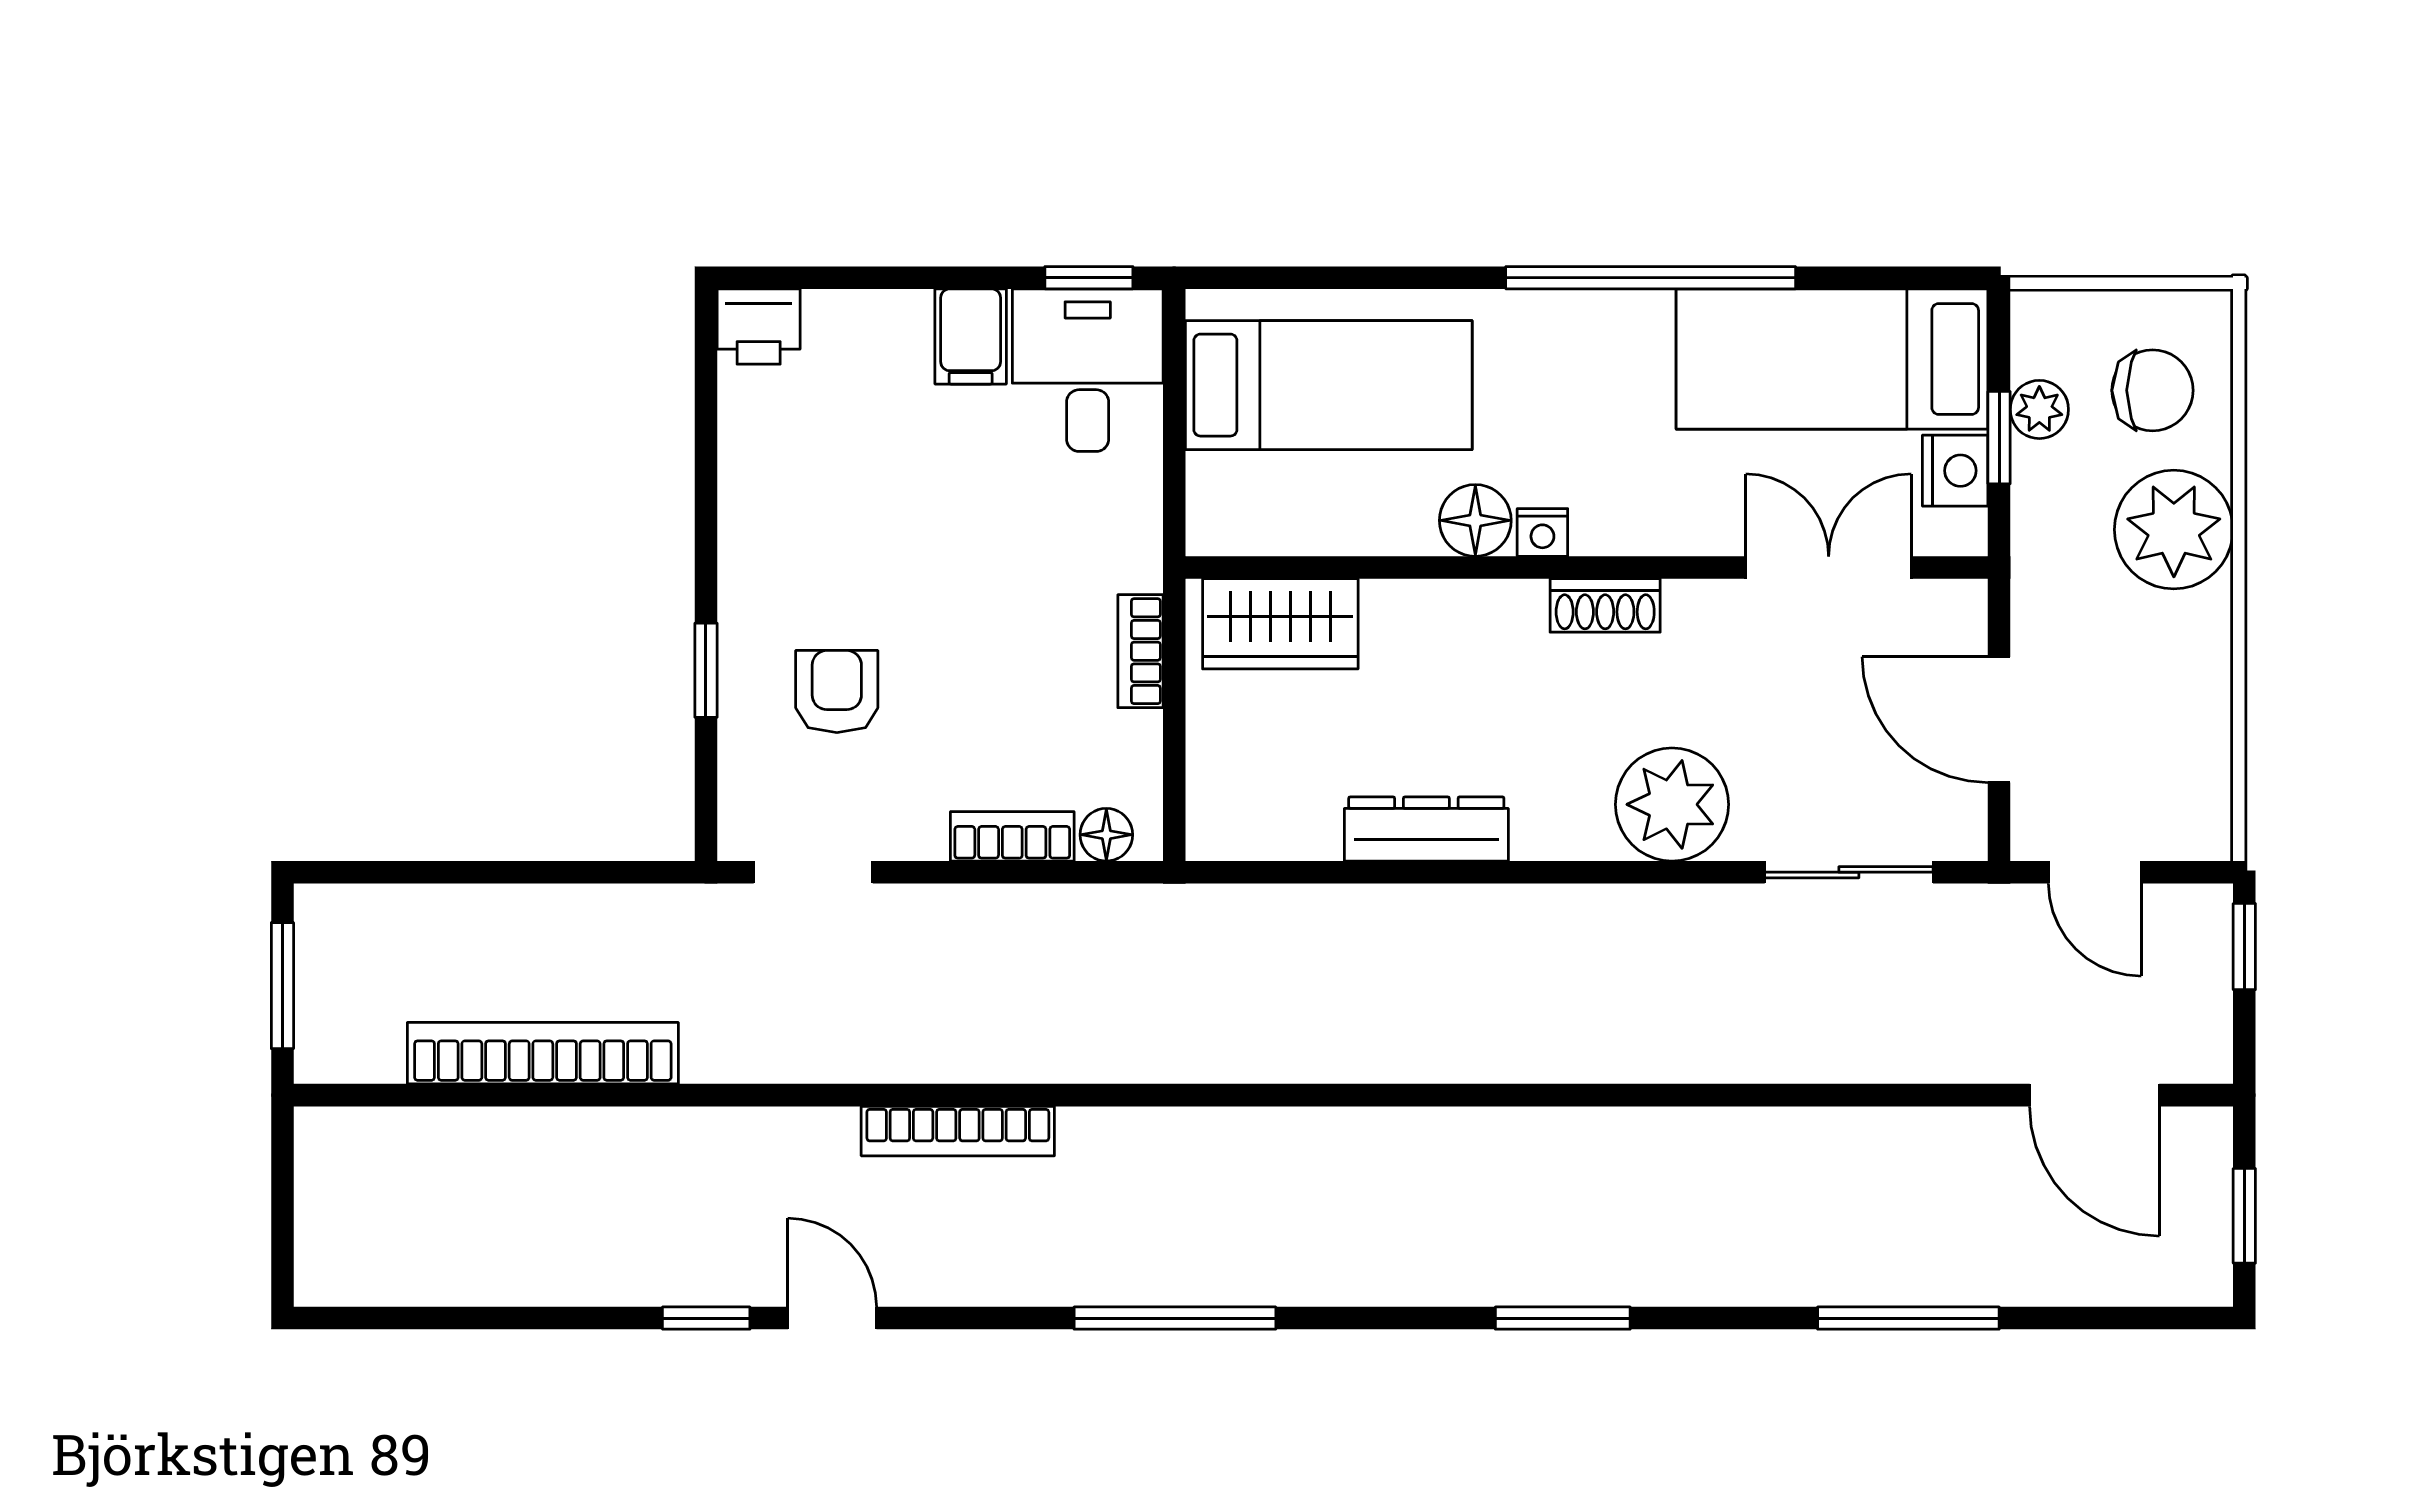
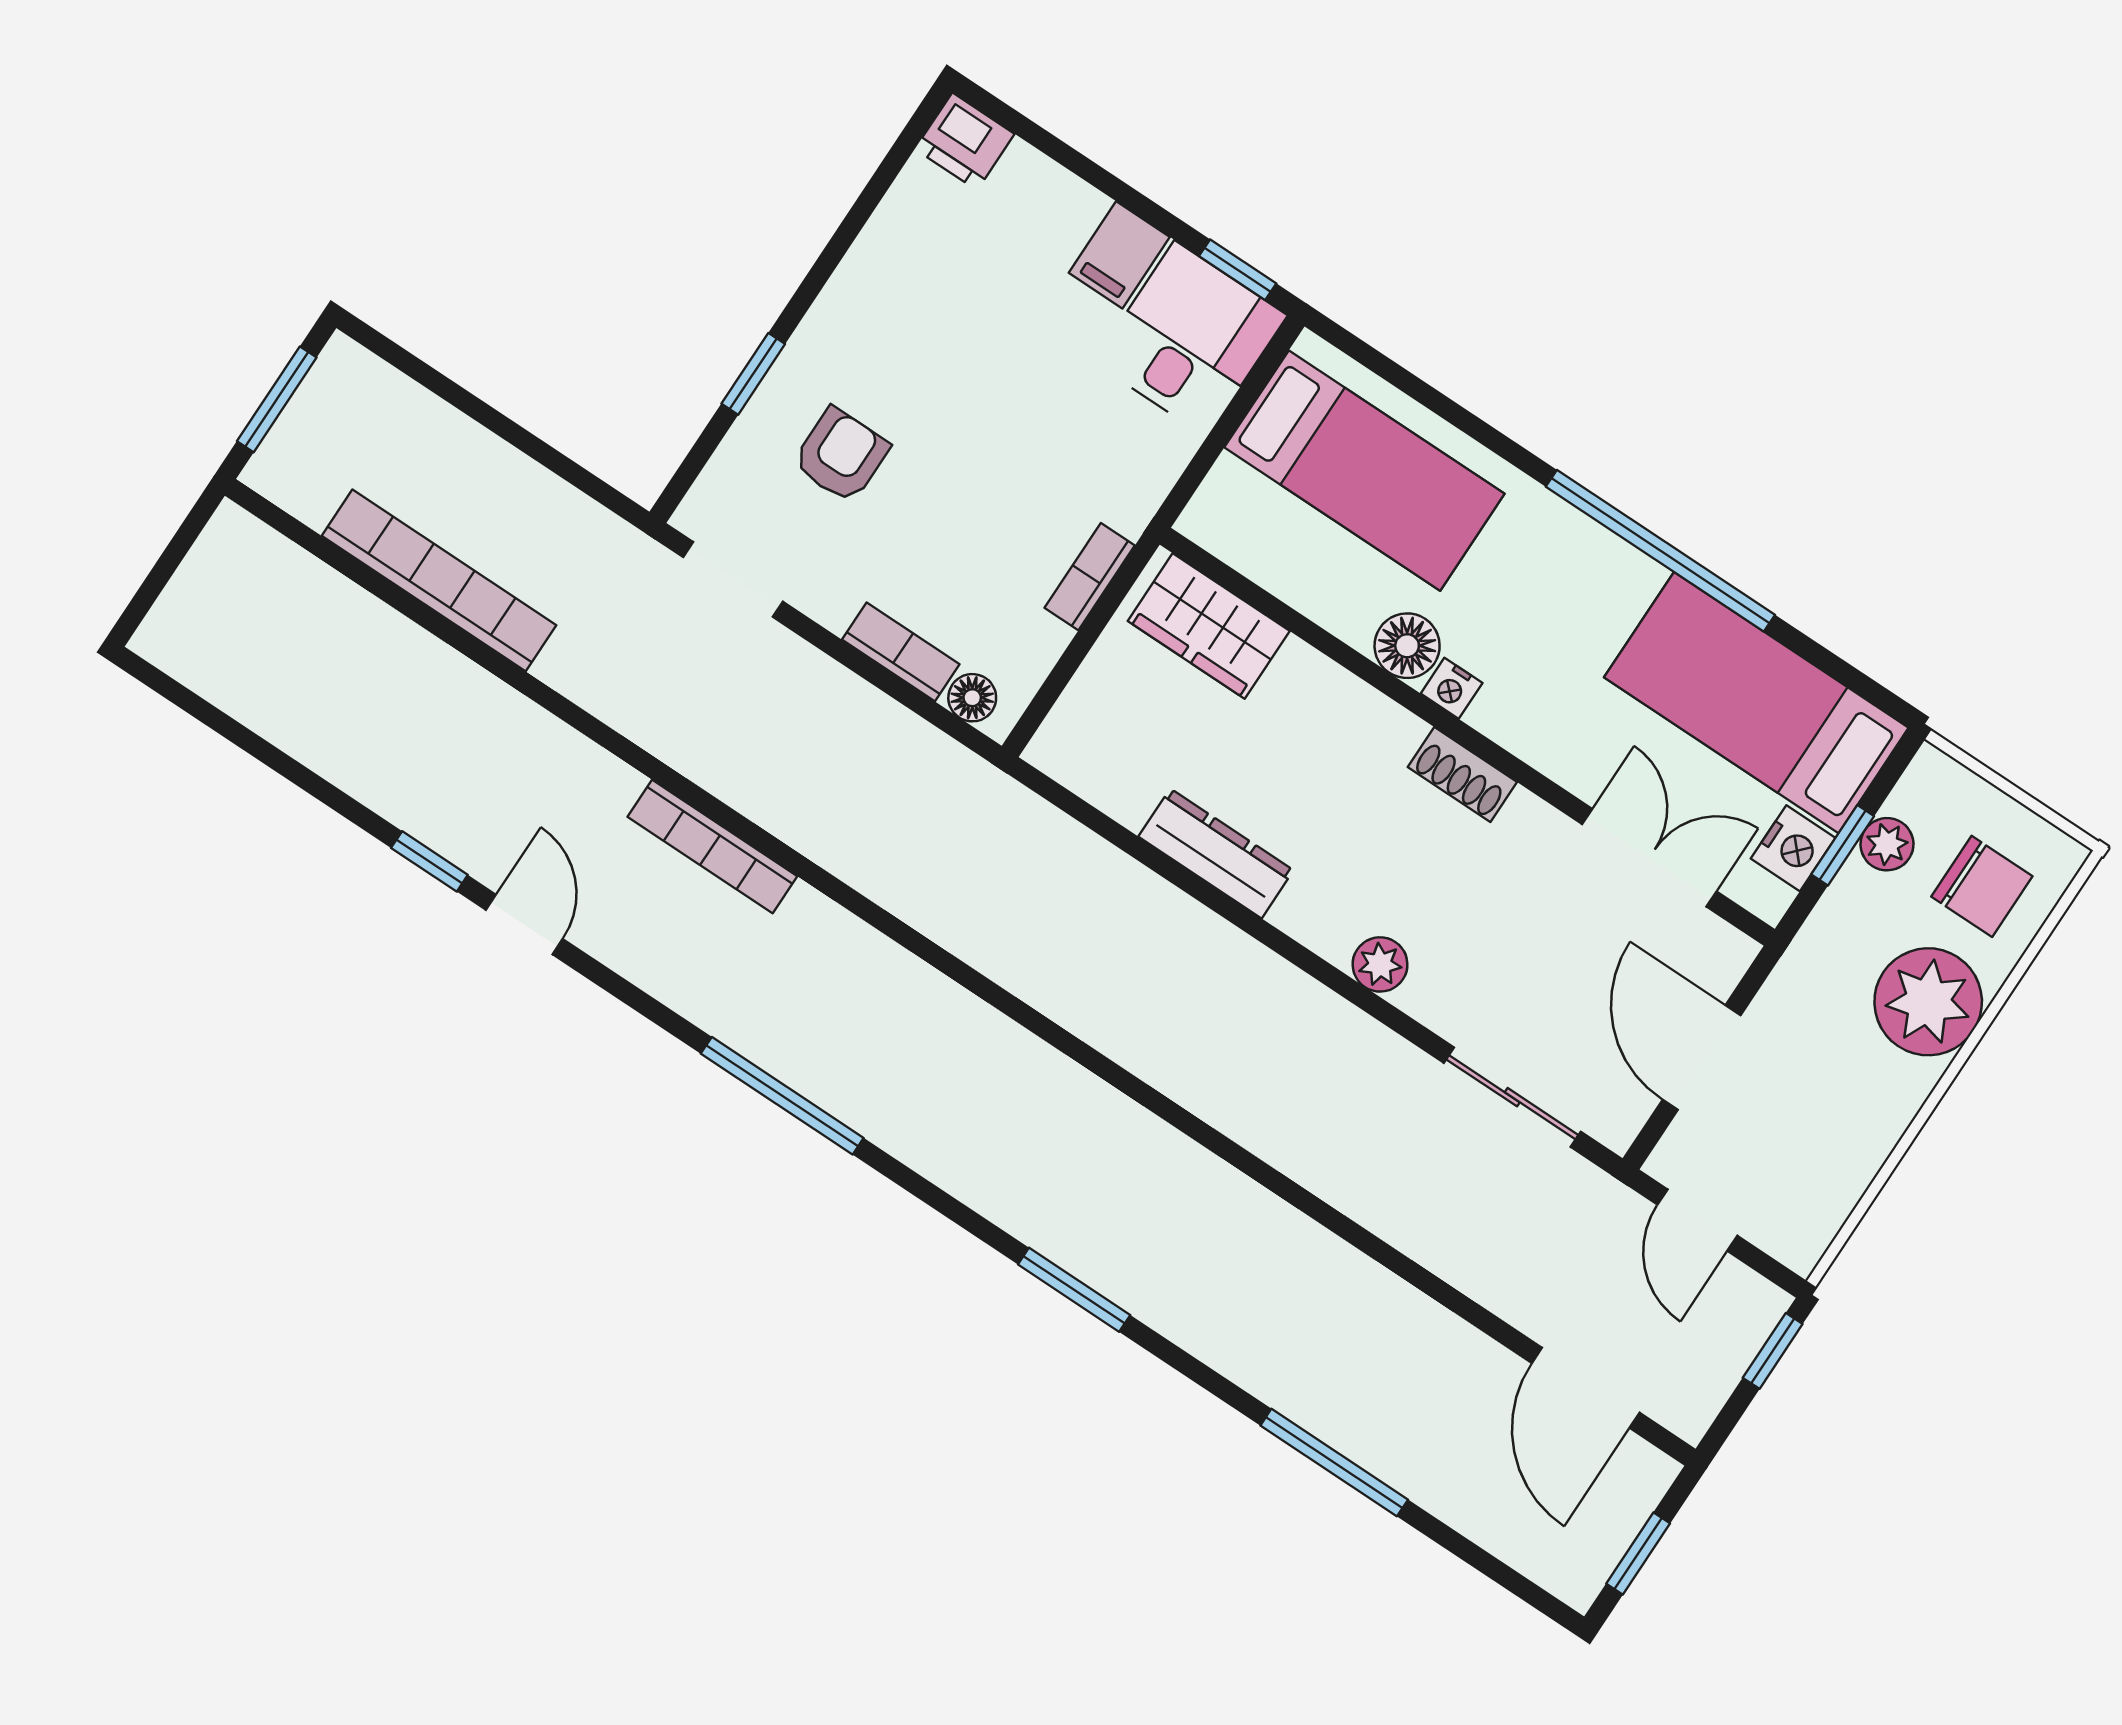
plant: (1672, 804) -> (1380, 964), width x0.53, depth x0.53

